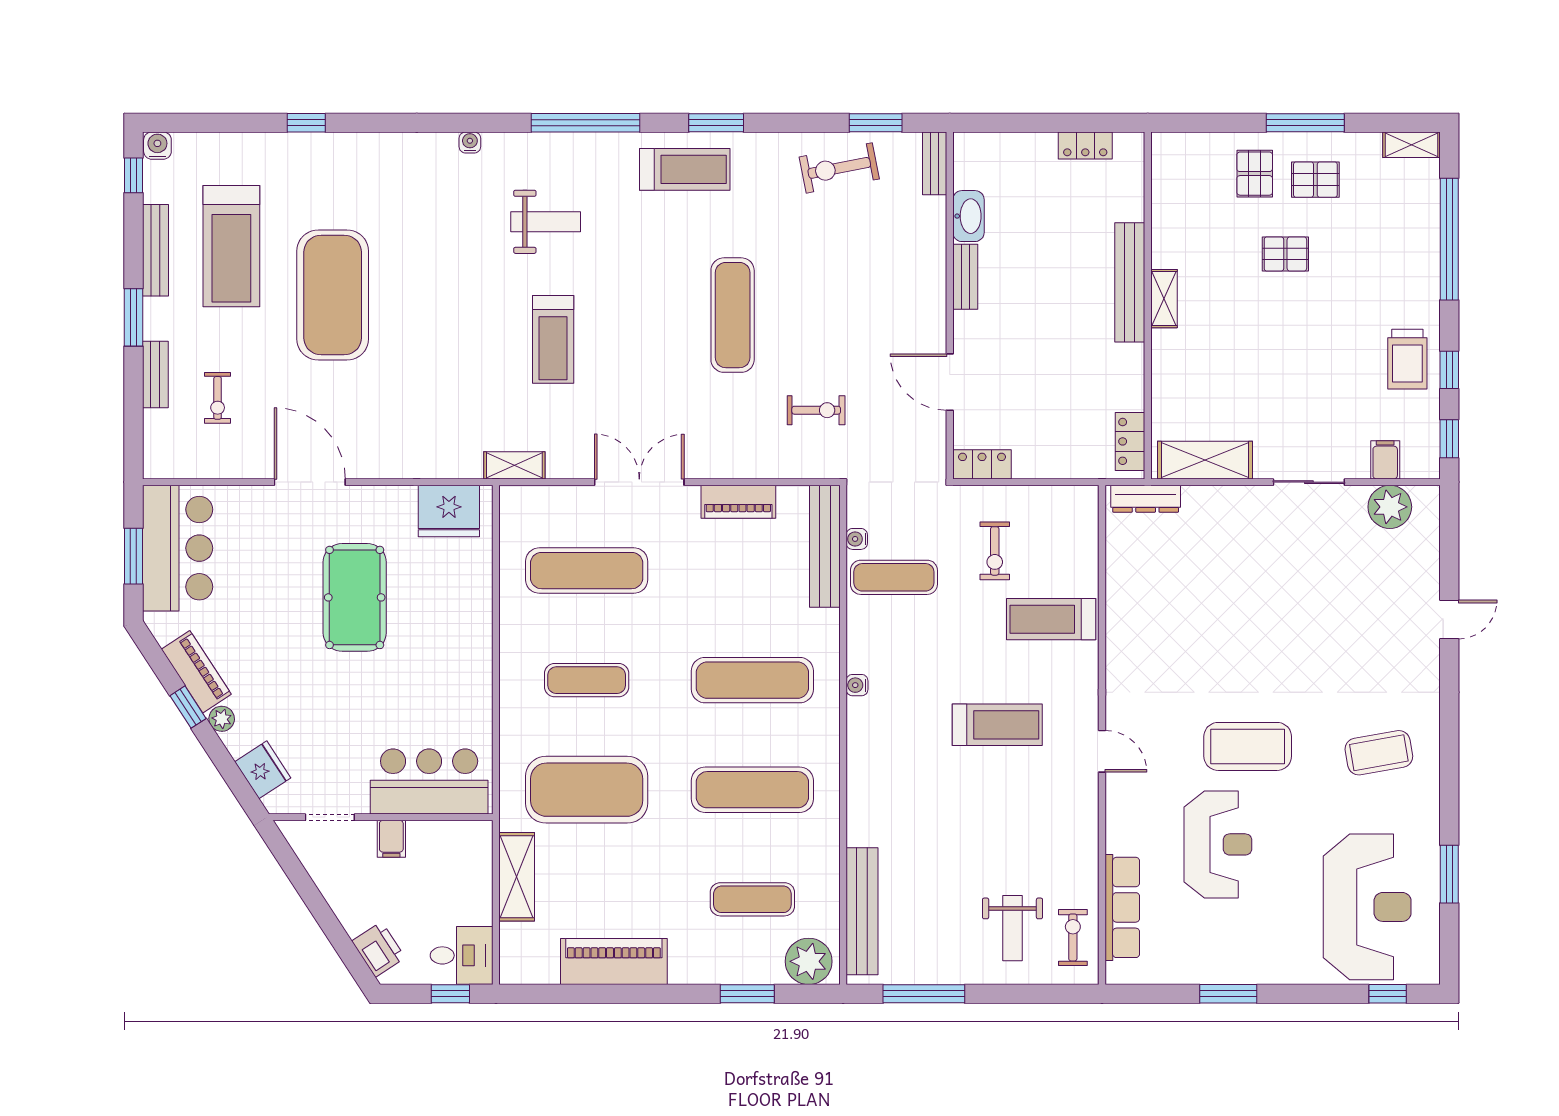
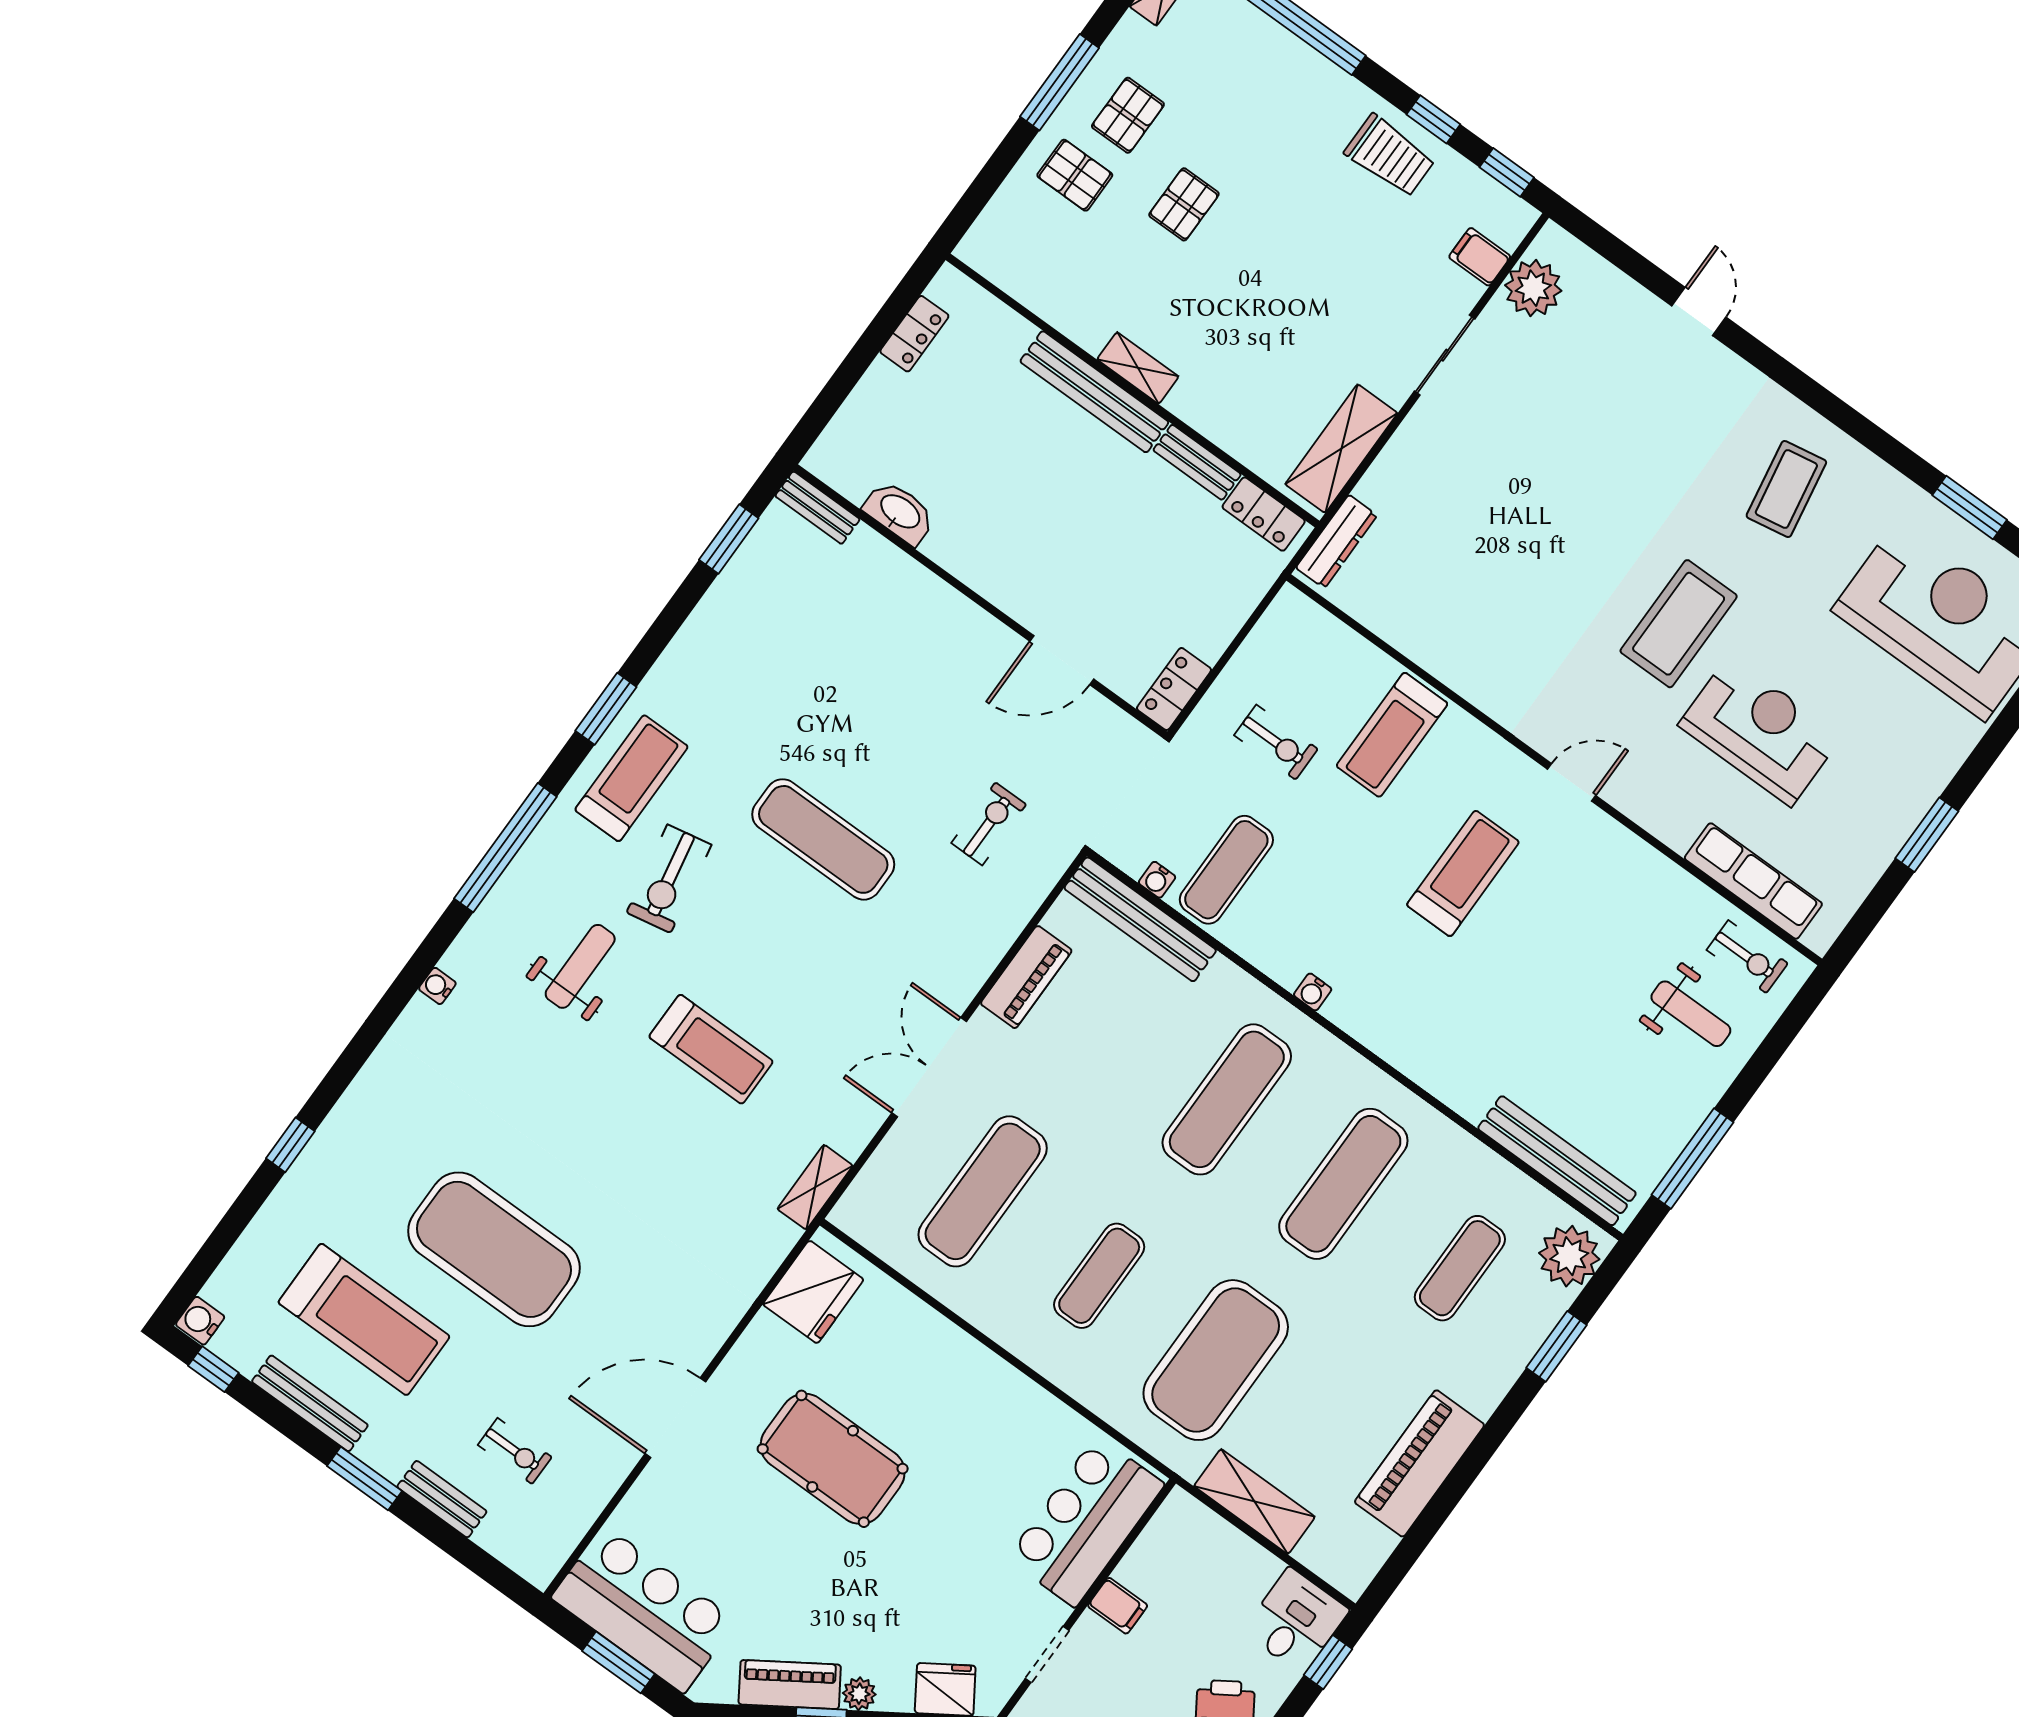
exercise bike: (839, 168) -> (669, 879), moved
bench: (965, 277) -> (1197, 462), moved
exercise bike: (1073, 937) -> (1747, 957), turned 180

